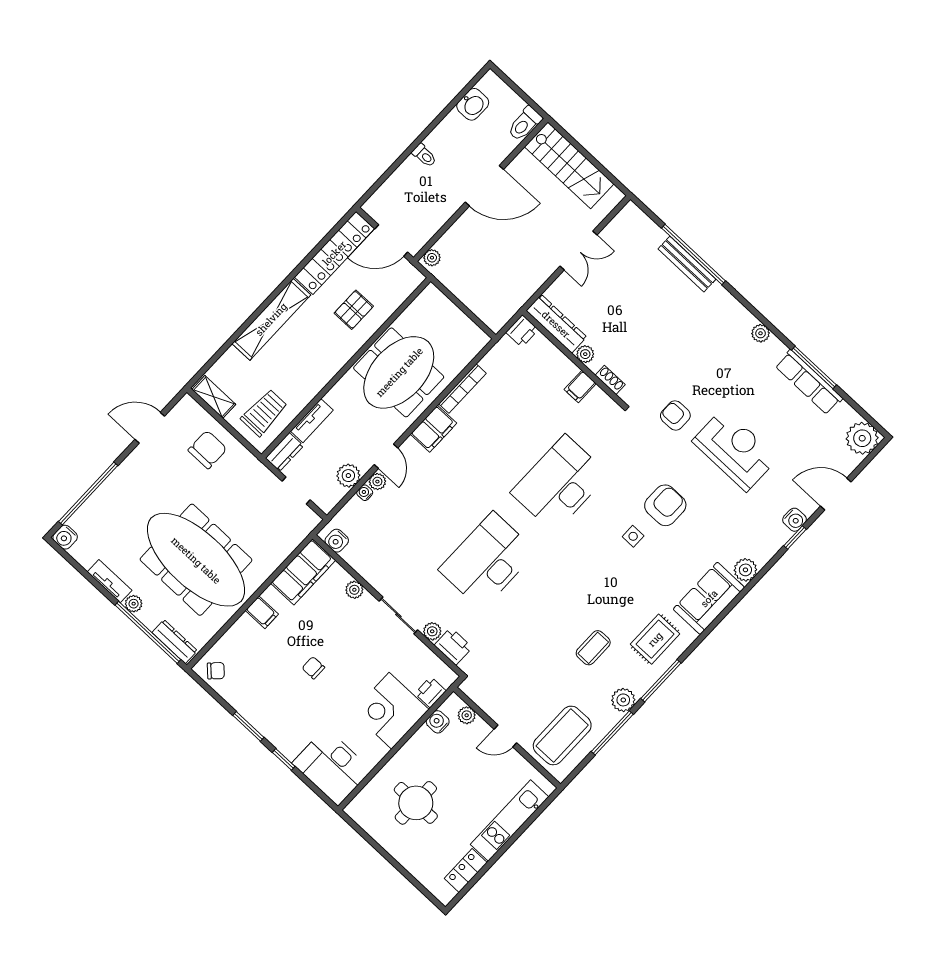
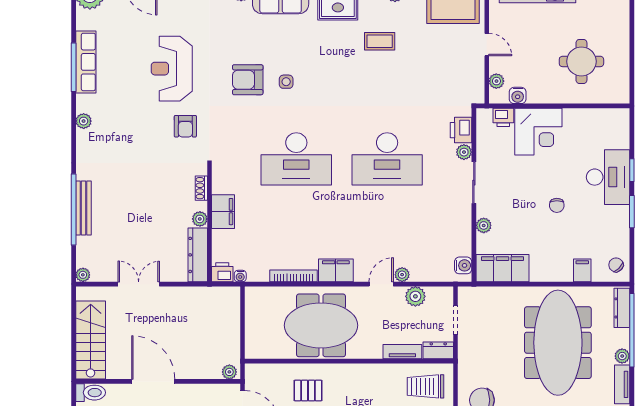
plant: (631, 211) -> (83, 275), added
filing cabinet: (580, 386) -> (223, 212), width x2.00
water cooler: (365, 493) -> (240, 276), moved
filing cabinet: (262, 612) -> (582, 270), moved
desk: (332, 767) -> (608, 177), moved

